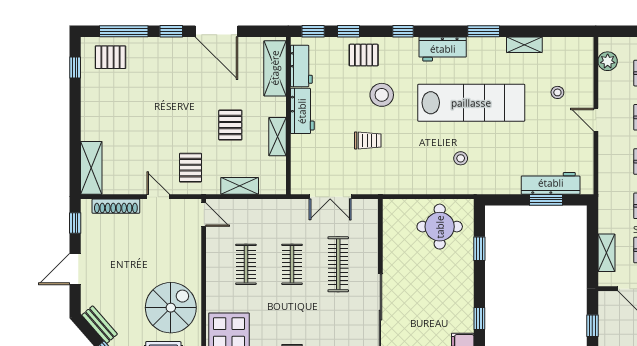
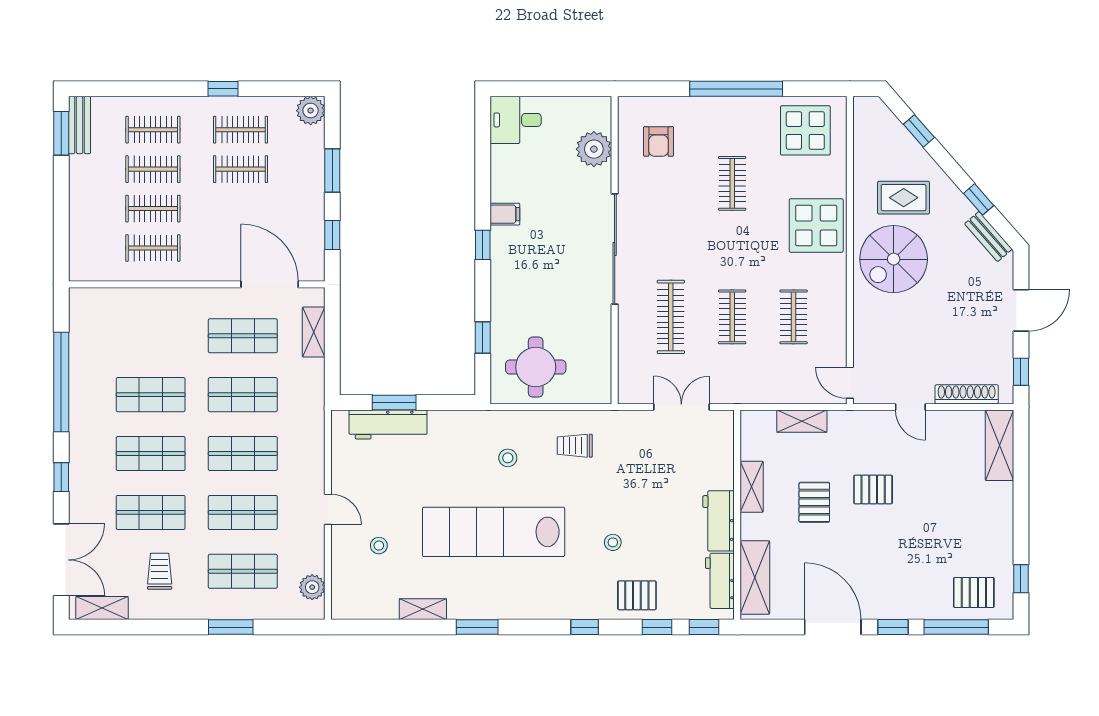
workbench: (443, 49) -> (532, 603), removed
stool: (382, 95) -> (613, 542), width x0.53, depth x0.53
trolley: (368, 140) -> (575, 446), moved
pallet: (190, 168) -> (873, 489), moved, turned 90

